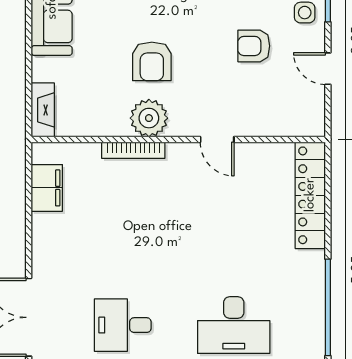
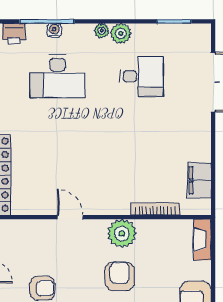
bookcase: (133, 150) -> (155, 209), moved
desk: (234, 325) -> (57, 76), turned 180

